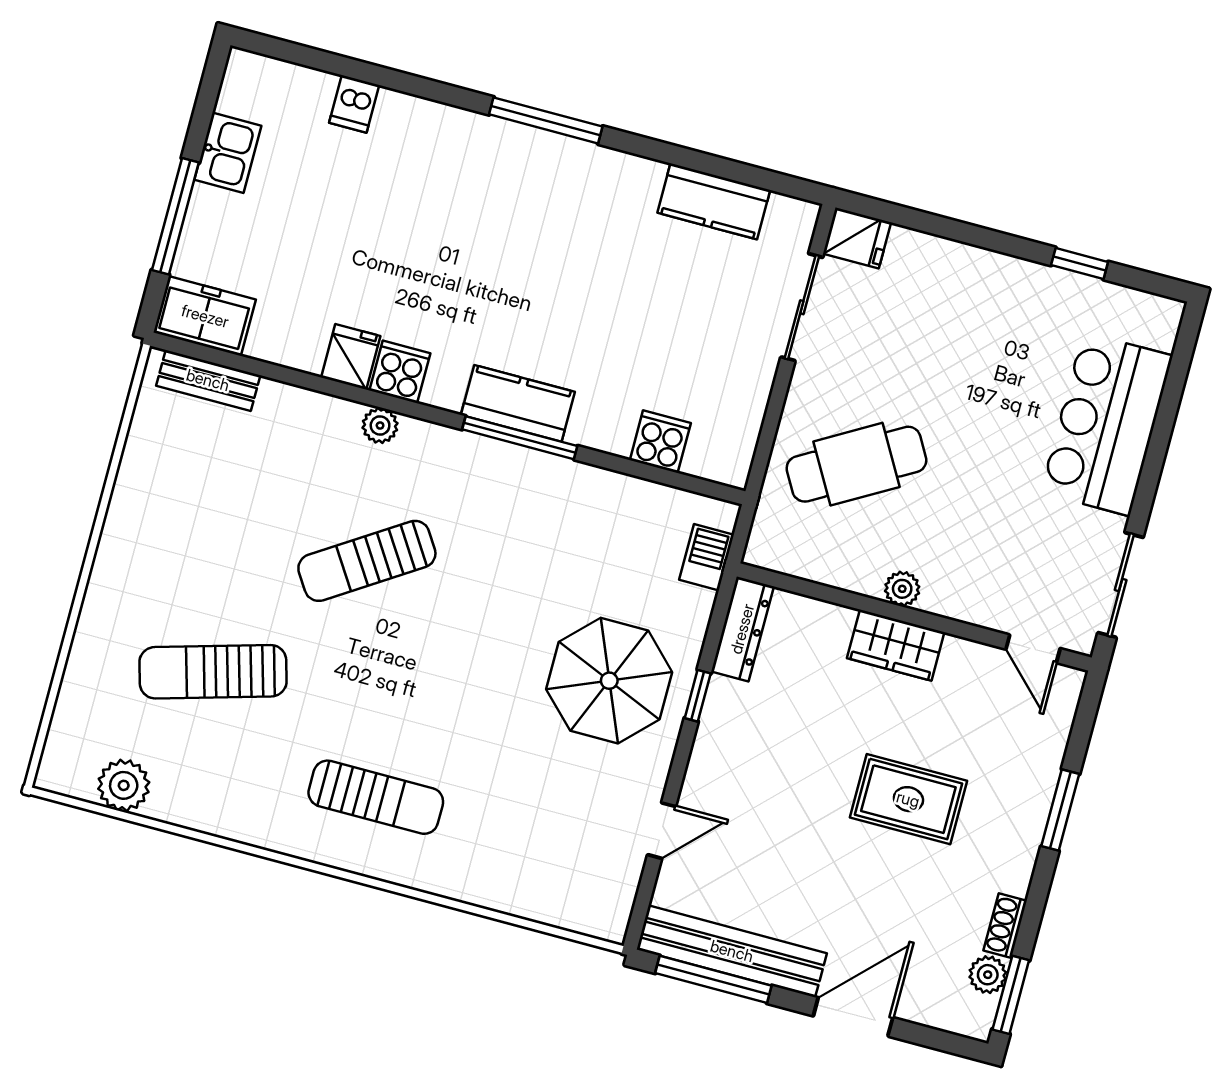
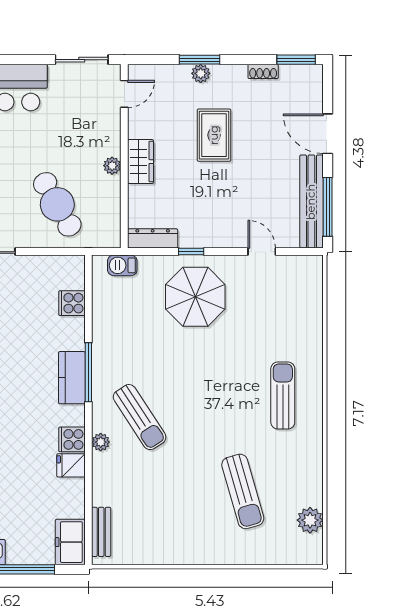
sun lounger: (367, 561) -> (140, 417), moved
plant: (988, 975) -> (201, 73), moved

